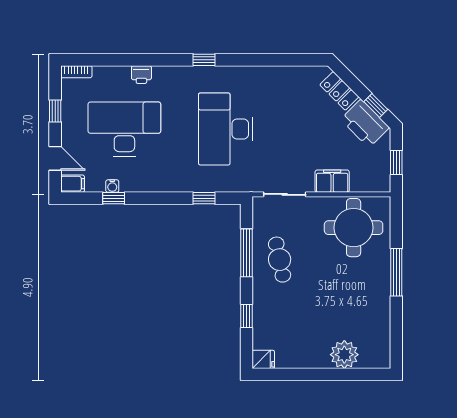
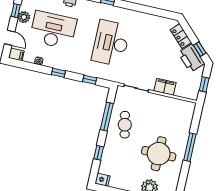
plant: (71, 119) -> (24, 17), added
window: (114, 198) -> (58, 73), moved
round table: (354, 228) -> (159, 154), moved

